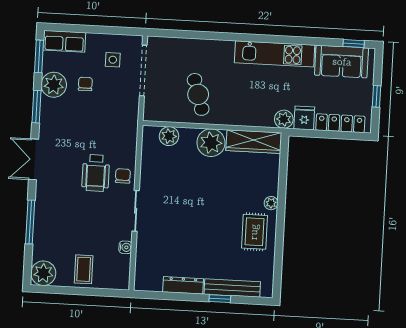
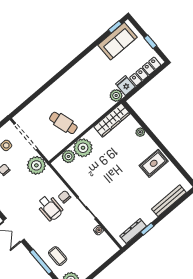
kitchen unit: (275, 54) -> (82, 68), removed
plant: (125, 113) -> (36, 165), added
plant: (211, 143) -> (83, 148), moved
plant: (271, 203) -> (140, 132), moved
rug: (254, 232) -> (154, 163), turned 90
coffee table: (84, 269) -> (58, 256), moved
dresser: (183, 285) -> (133, 231), moved
window: (220, 299) -> (147, 229), moved

